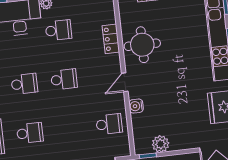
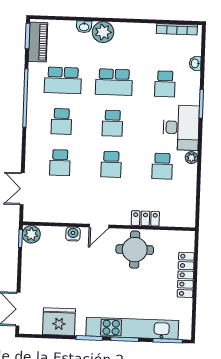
door: (125, 82) -> (99, 226), swing flipped
school desk: (109, 124) -> (60, 163), moved
plant: (161, 144) -> (31, 234), moved

